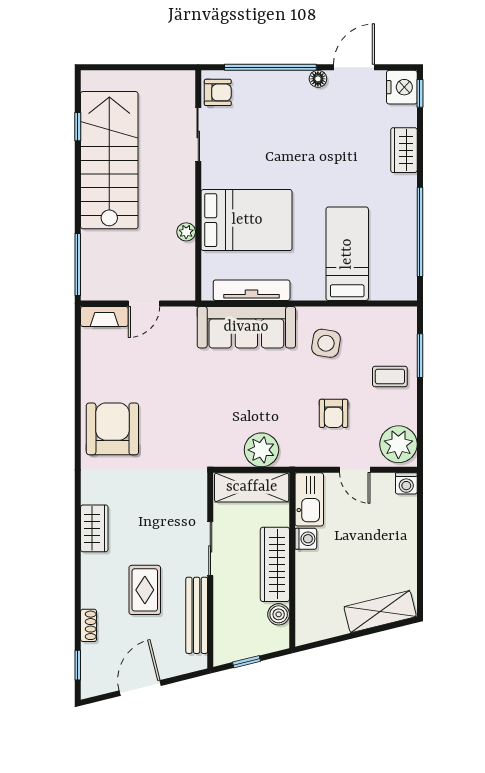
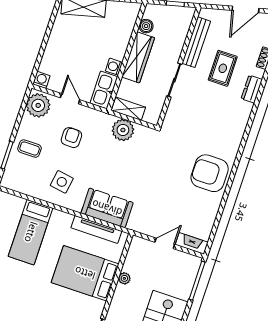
sofa: (246, 327) -> (107, 208), width x0.73
armchair: (112, 429) -> (210, 173), turned 90
shelving: (252, 487) -> (128, 109), width x0.67, depth x0.75
wardrobe: (94, 528) -> (241, 116), removed
dresser: (92, 573) -> (252, 89), added

